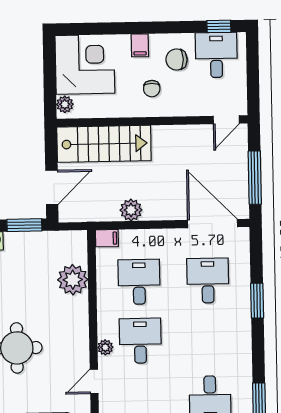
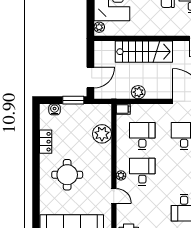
chair: (152, 89) -> (152, 19), removed
stairs: (104, 144) -> (144, 52), moved
door: (94, 381) -> (114, 196), swing flipped

